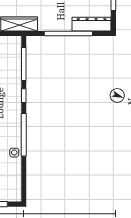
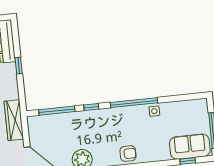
window: (68, 33) -> (19, 66), width x0.32

